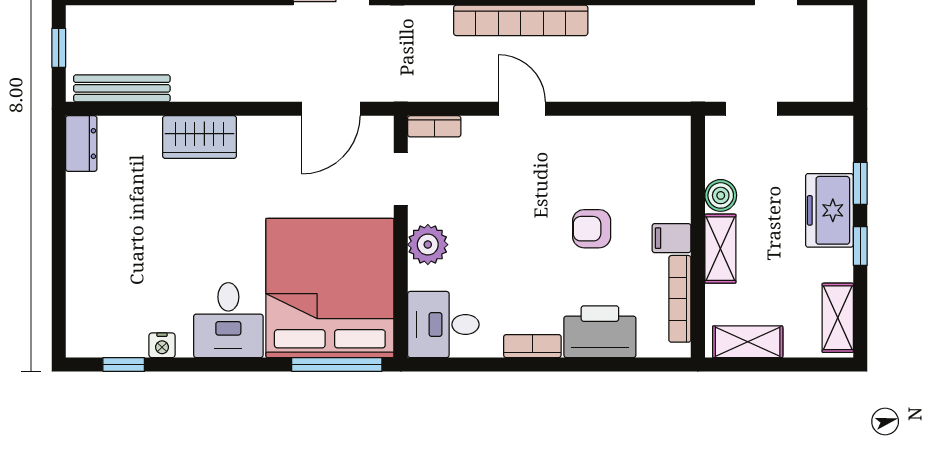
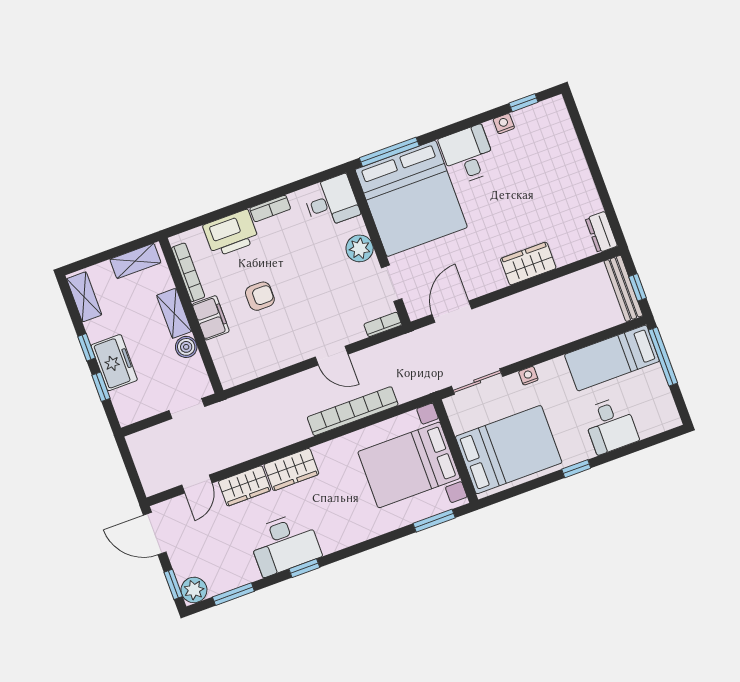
bench: (122, 88) -> (623, 288), moved, turned 90
filing cabinet: (672, 238) -> (211, 318), width x2.00

